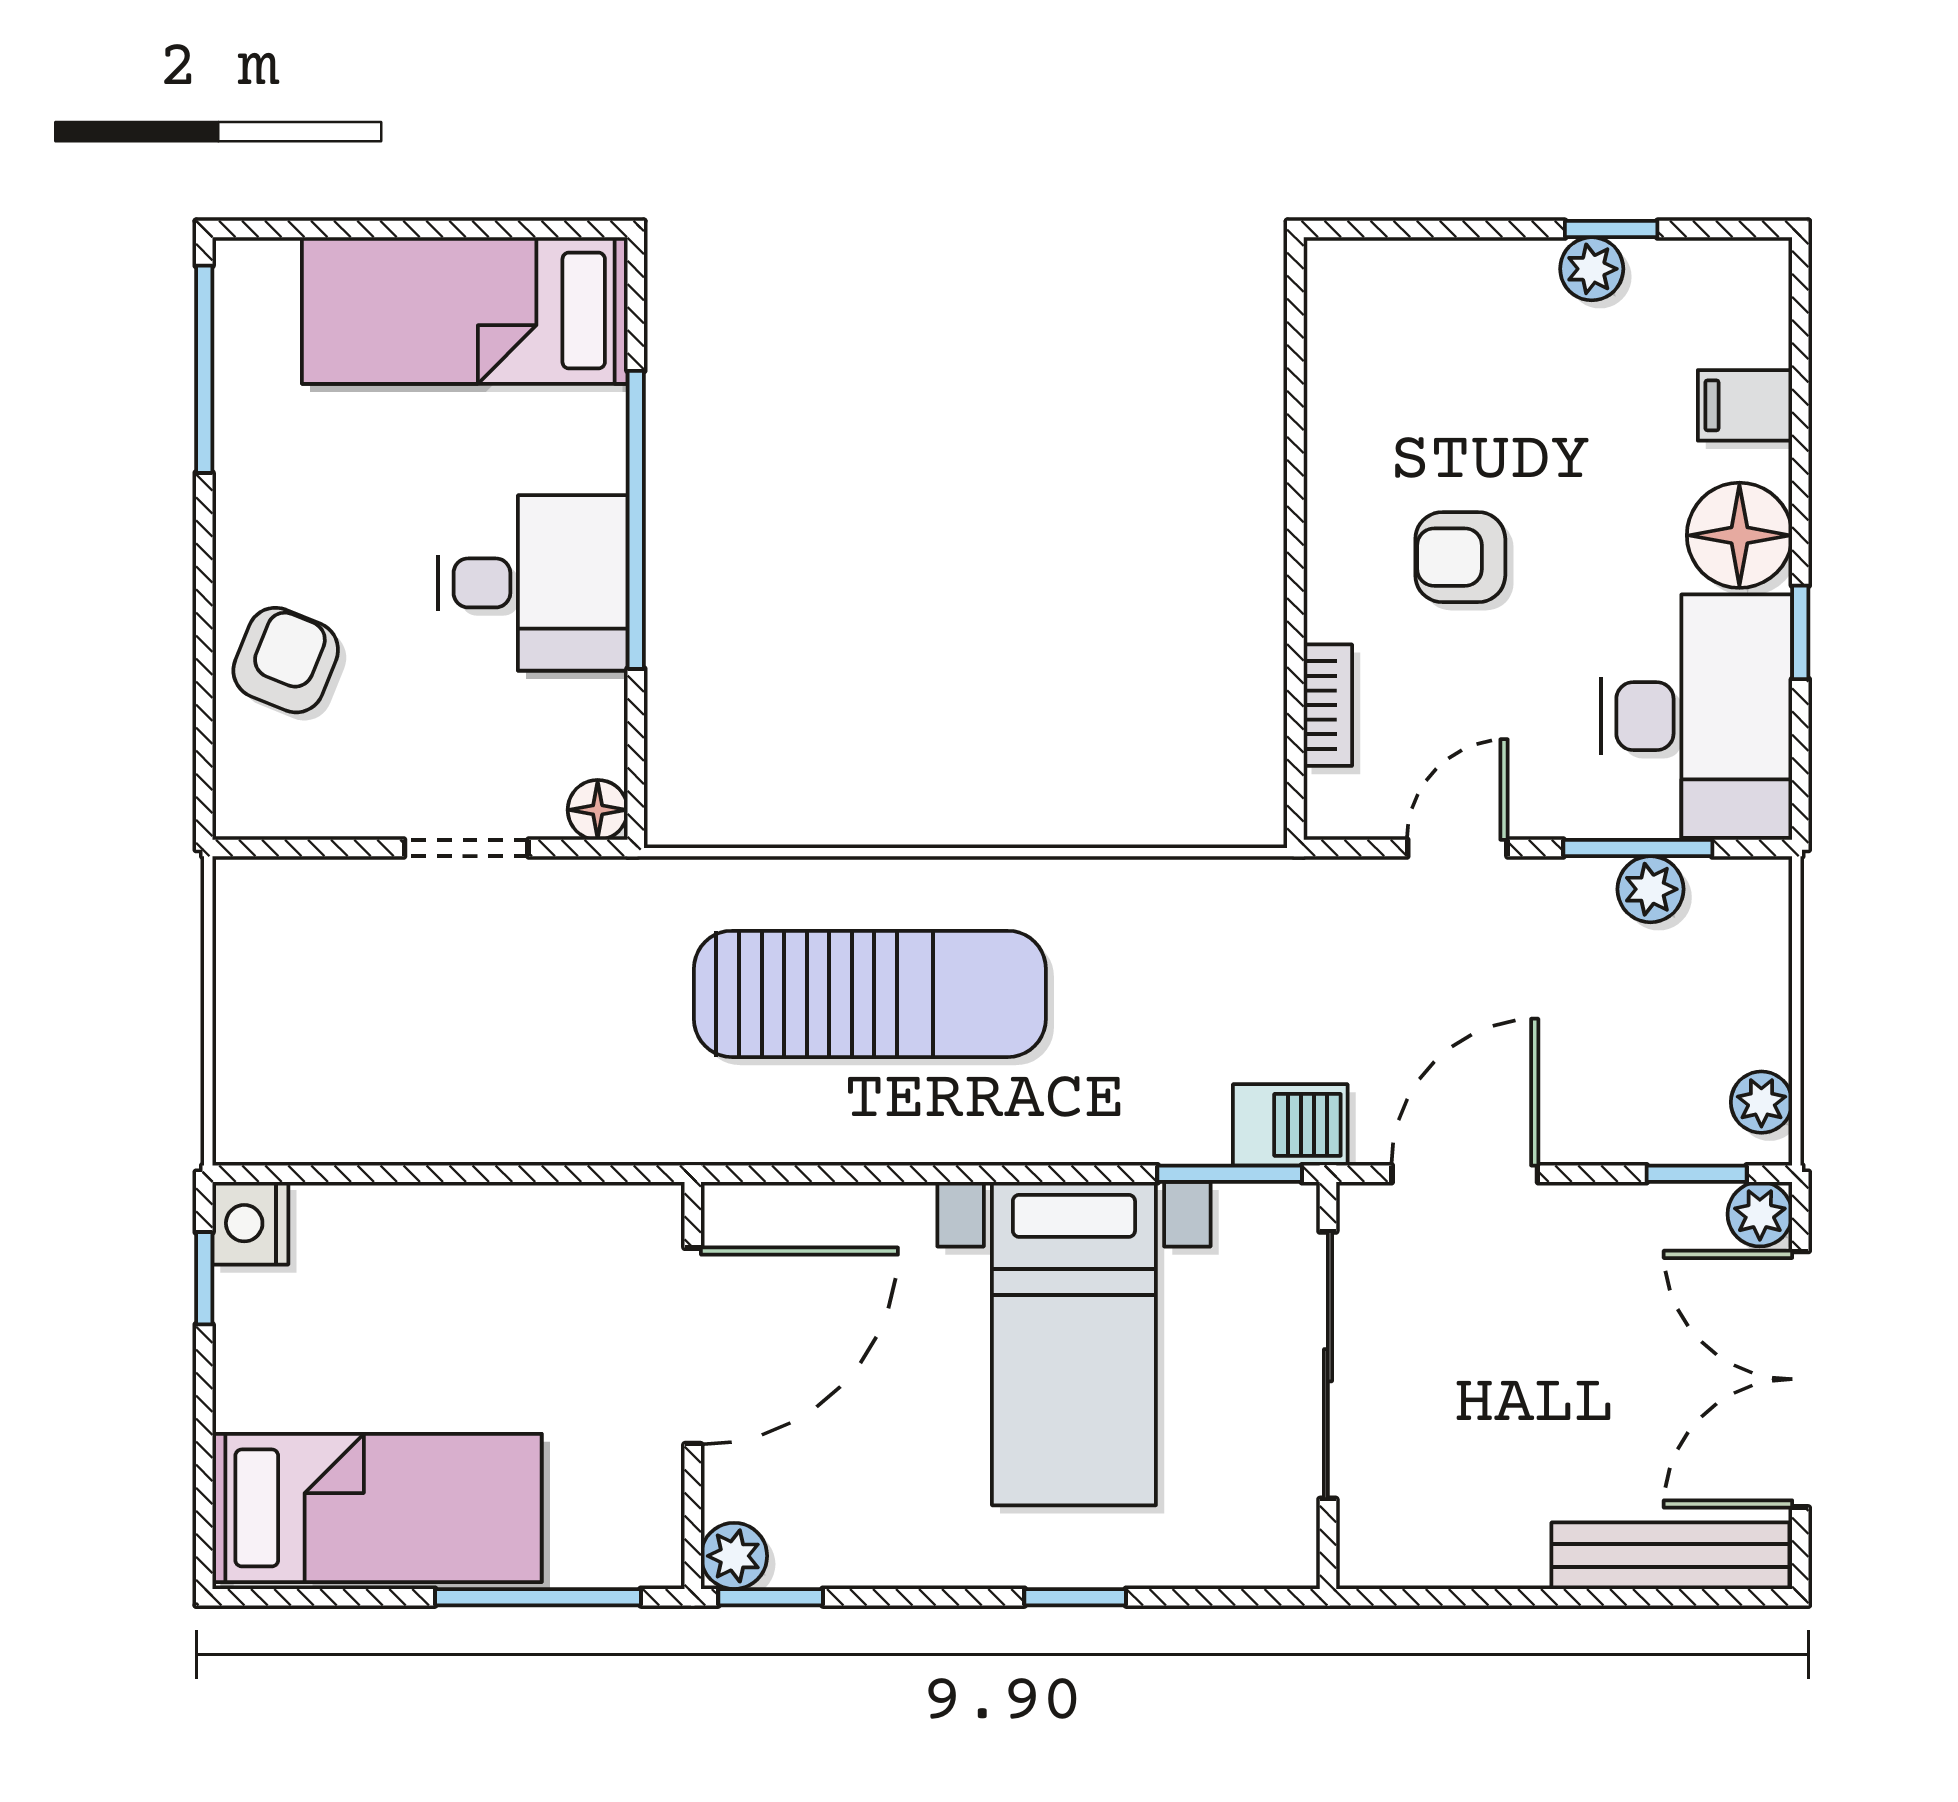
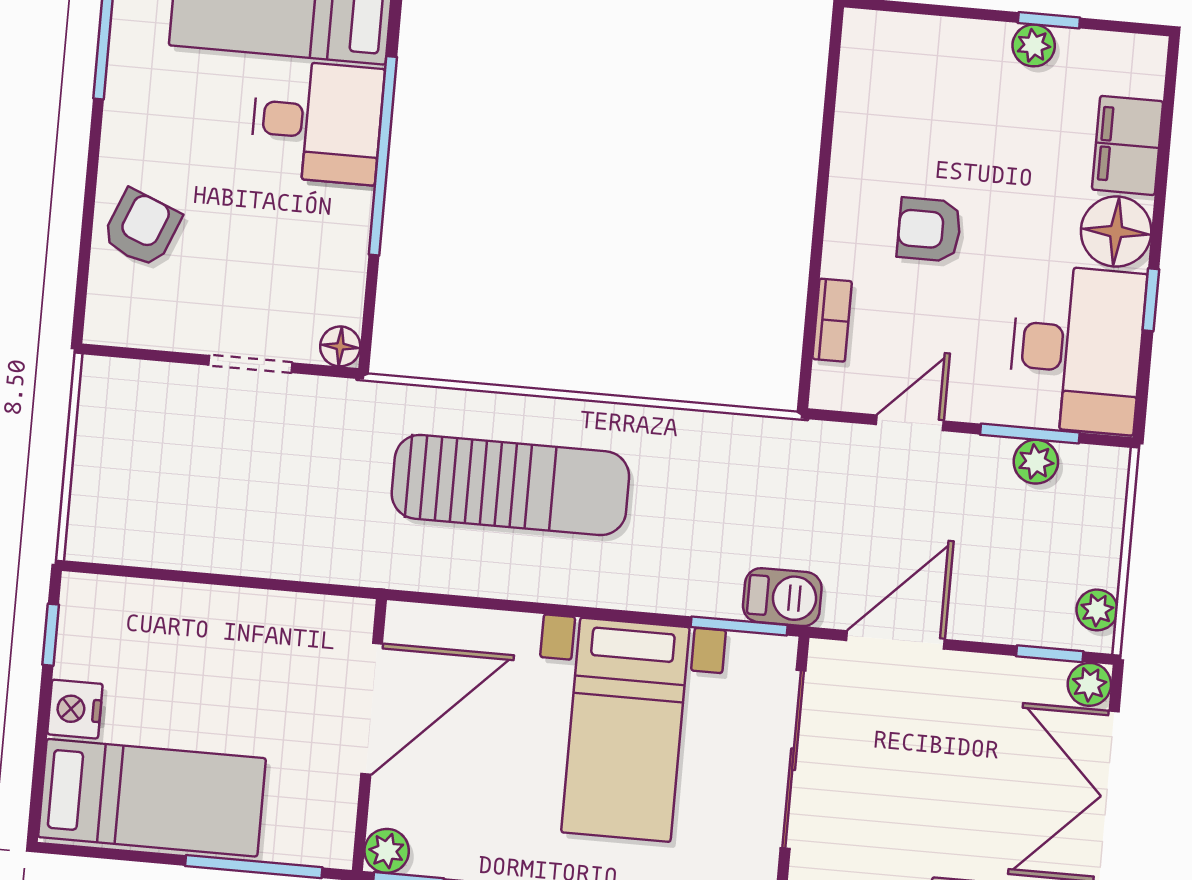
filing cabinet: (1745, 405) -> (1128, 145), width x2.00
desk: (533, 583) -> (317, 122), moved
nightstand: (250, 1223) -> (75, 709), moved

